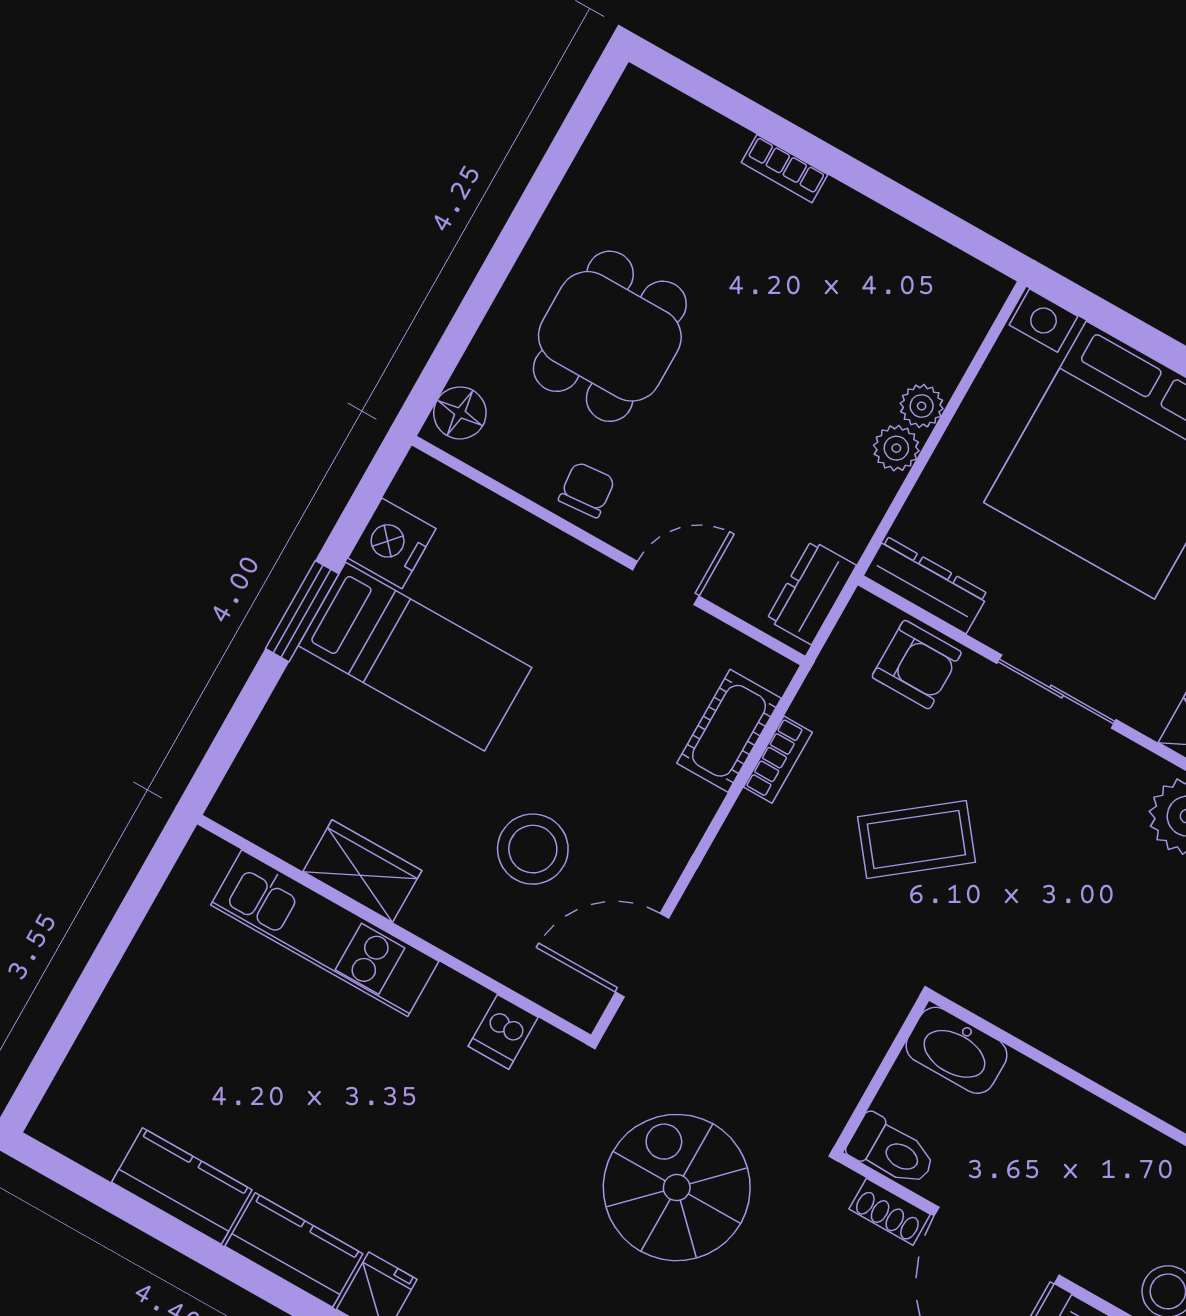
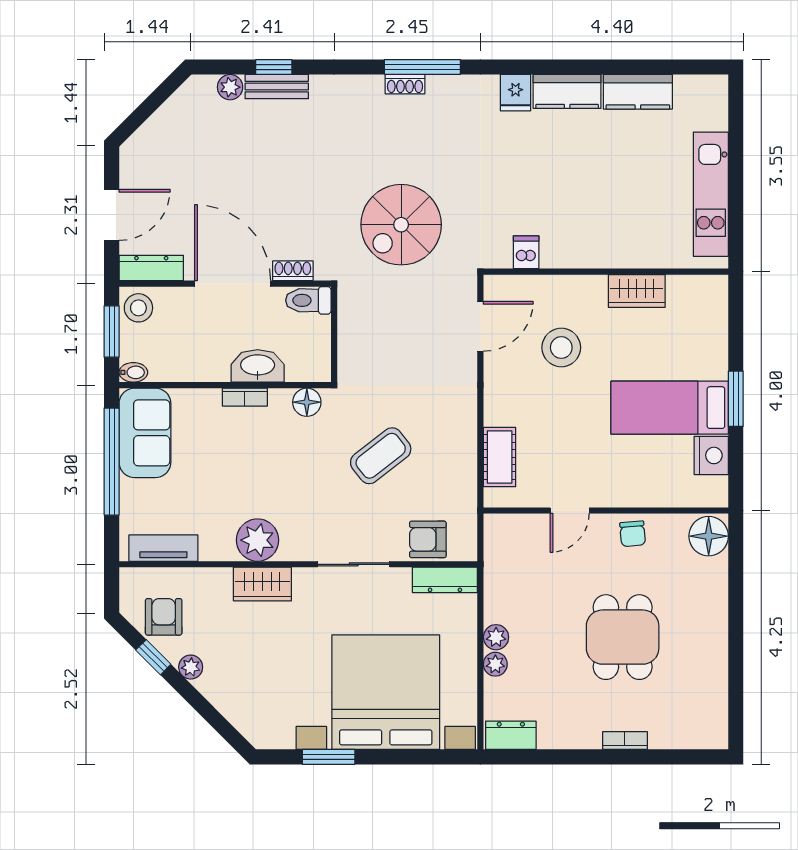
dining table: (610, 336) -> (623, 637), moved
floor lamp: (460, 413) -> (709, 536), width x1.38, depth x1.38
dresser: (811, 592) -> (511, 735), moved, turned -90
bookcase: (778, 760) -> (245, 397), moved, turned -90
kitchen unit: (325, 933) -> (711, 194), moved, turned -90
floor lamp: (985, 991) -> (307, 402), added
washbasin: (956, 1050) -> (258, 366), moved
spiral stairs: (677, 1188) -> (401, 225), turned 90

